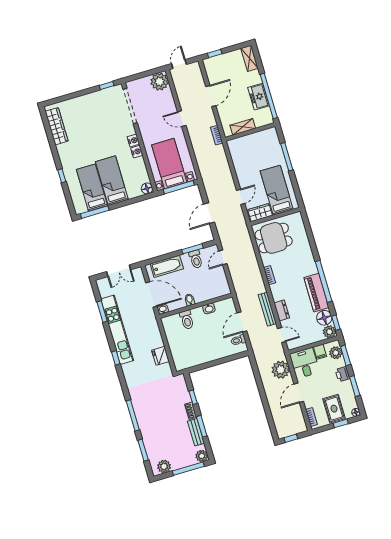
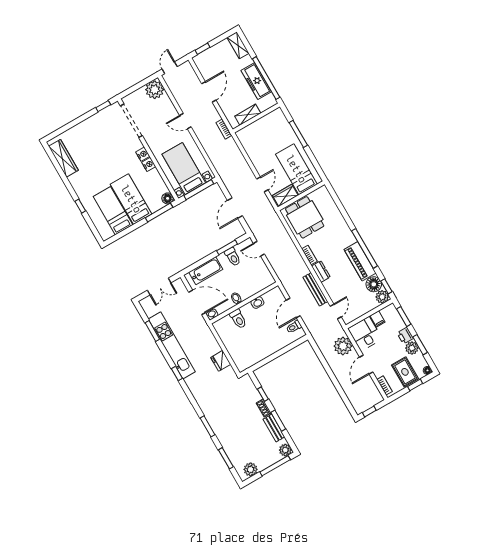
freezer: (259, 97) -> (256, 81), width x1.40
window: (95, 212) -> (159, 213), moved
dining table: (274, 238) -> (305, 217), turned 90
door: (223, 257) -> (259, 249), hinge flipped
dresser: (282, 310) -> (321, 271), moved
door: (282, 335) -> (336, 311), hinge flipped
plant: (336, 353) -> (412, 348), moved
window: (133, 415) -> (207, 426), width x0.69

